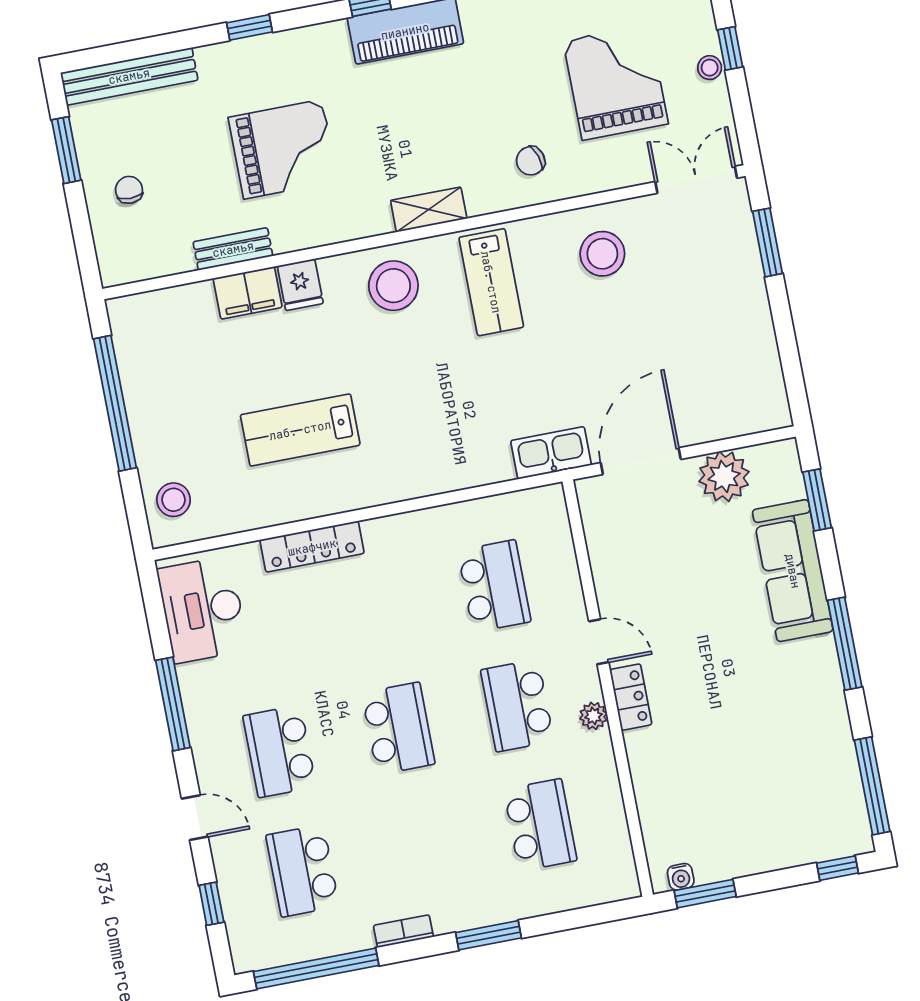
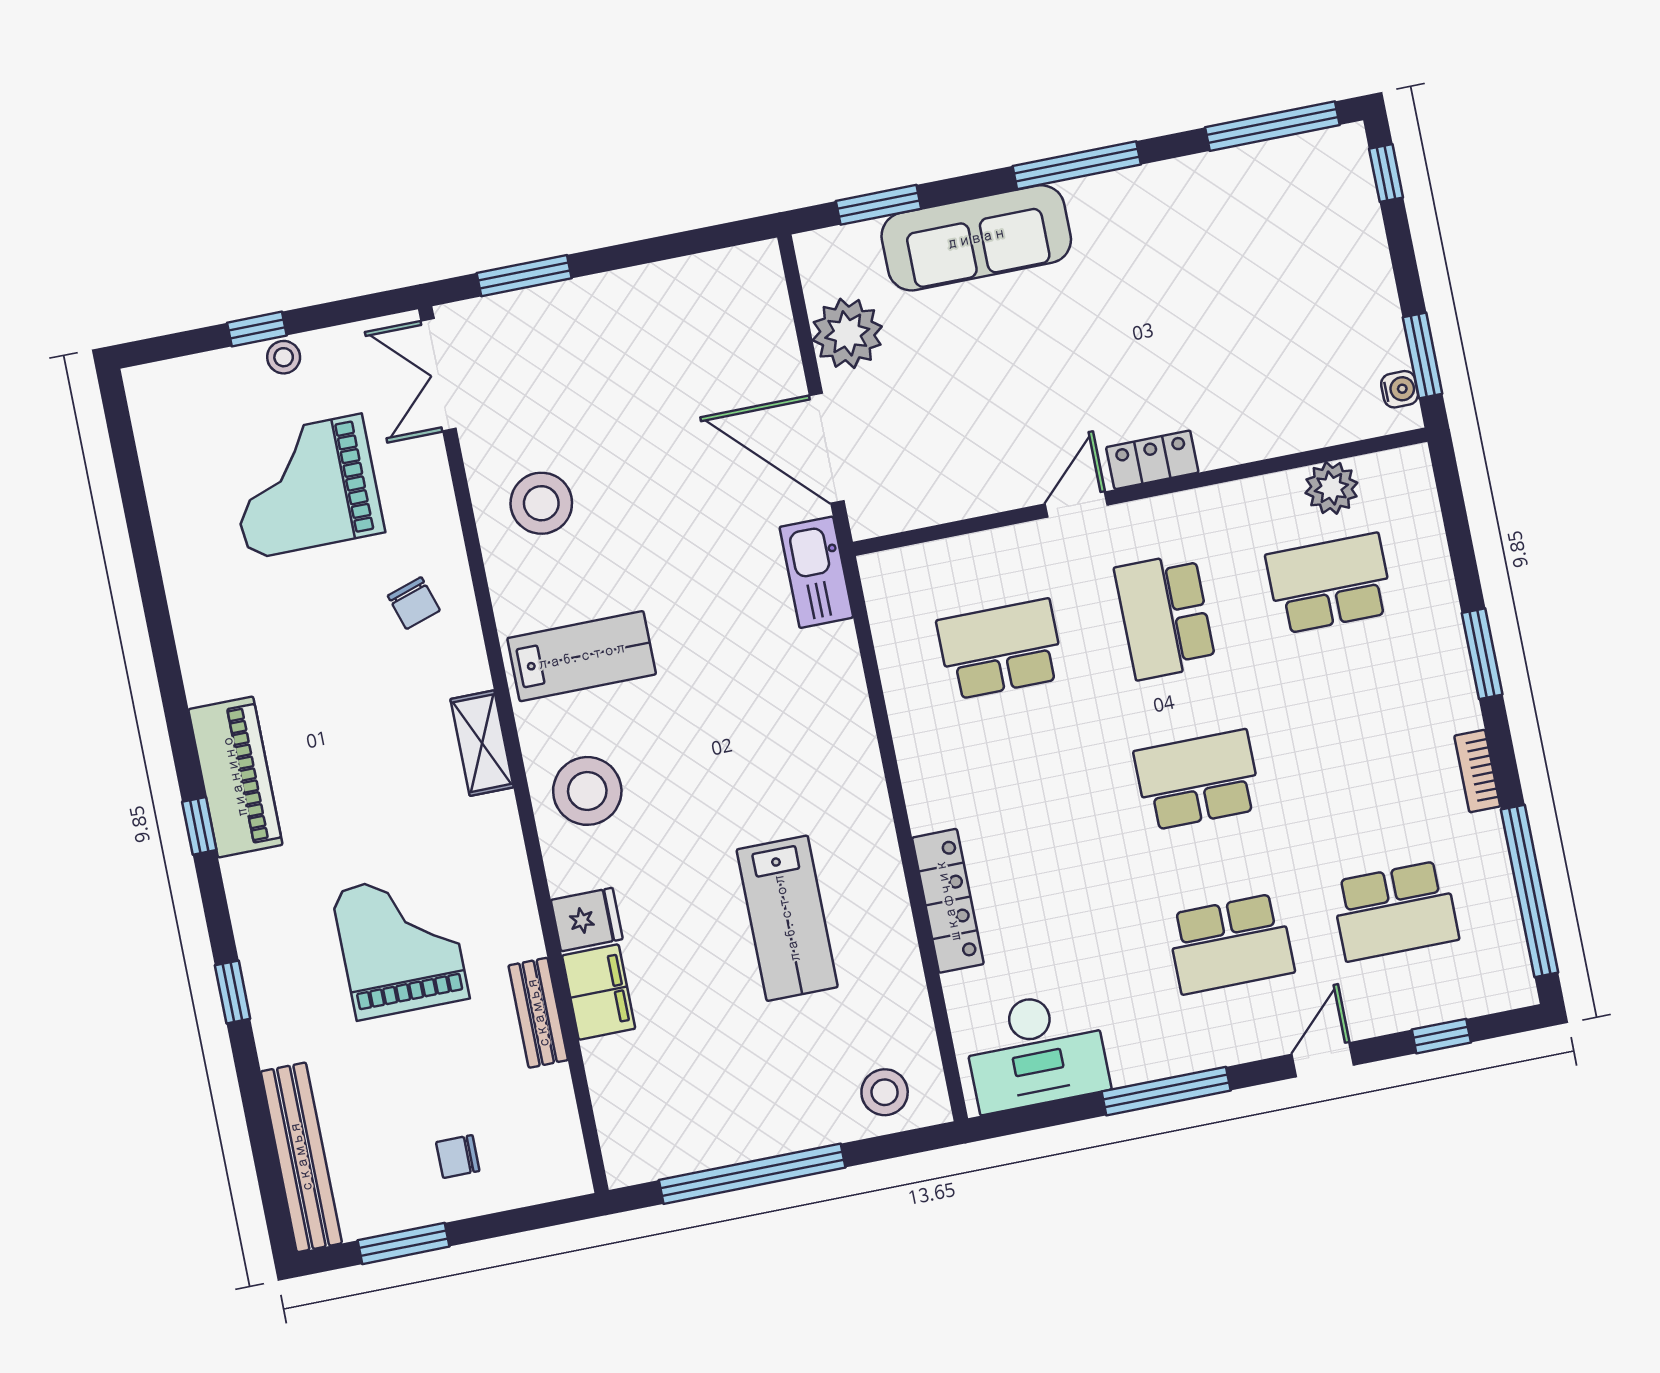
school desk: (517, 706) -> (1165, 616), turned 90
plant: (593, 716) -> (1331, 488), moved, width x1.38, depth x1.38

